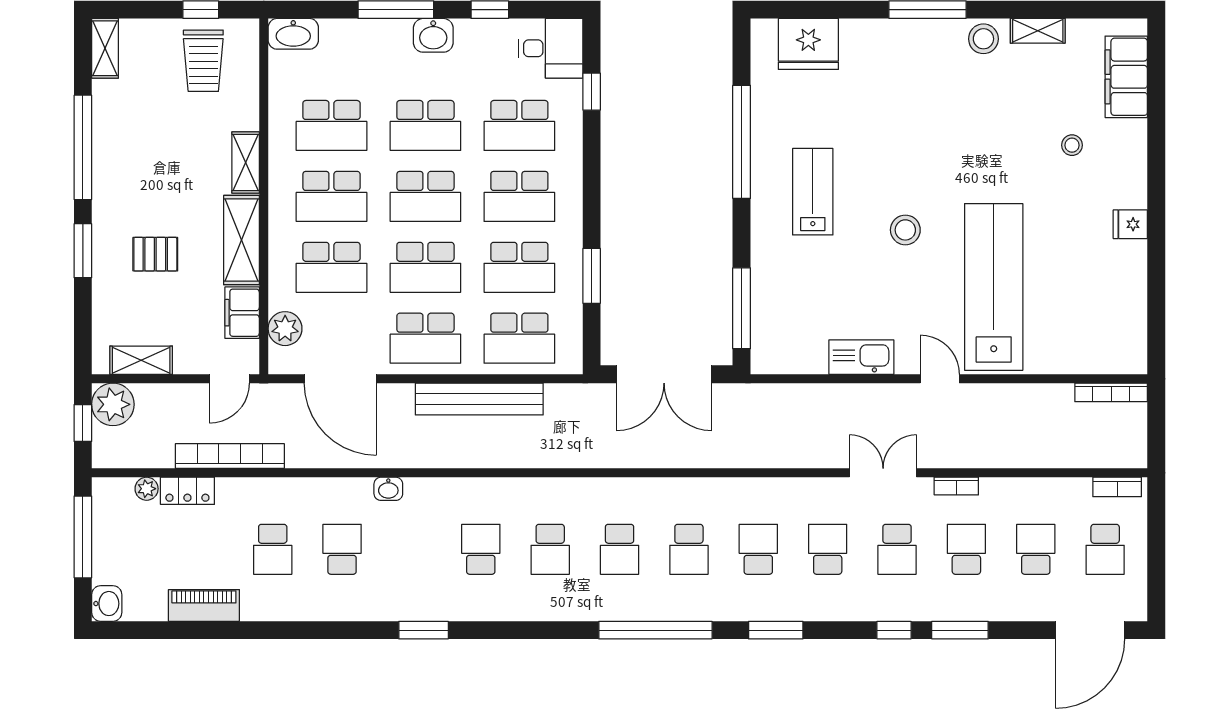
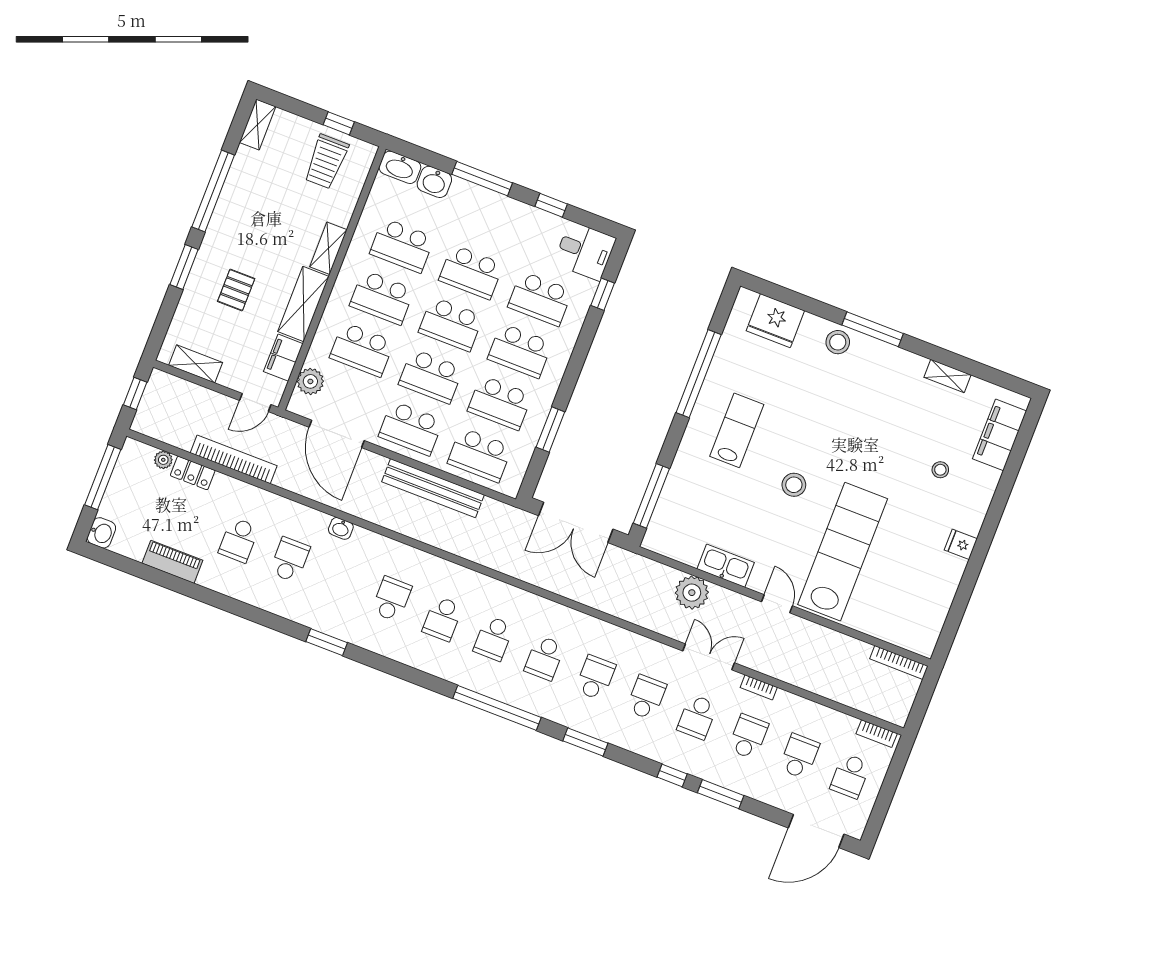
washbasin: (433, 35) -> (434, 182), moved
stool: (983, 39) -> (838, 342), moved
pallet: (155, 254) -> (236, 290), turned 90
plant: (113, 404) -> (692, 593), moved

